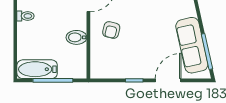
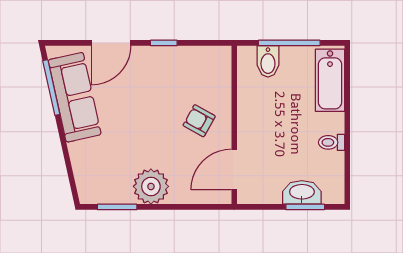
armchair: (111, 30) -> (199, 121), turned -75
bidet: (76, 37) -> (268, 61), moved, turned 90
bathtub: (37, 69) -> (330, 80), moved, turned 90

